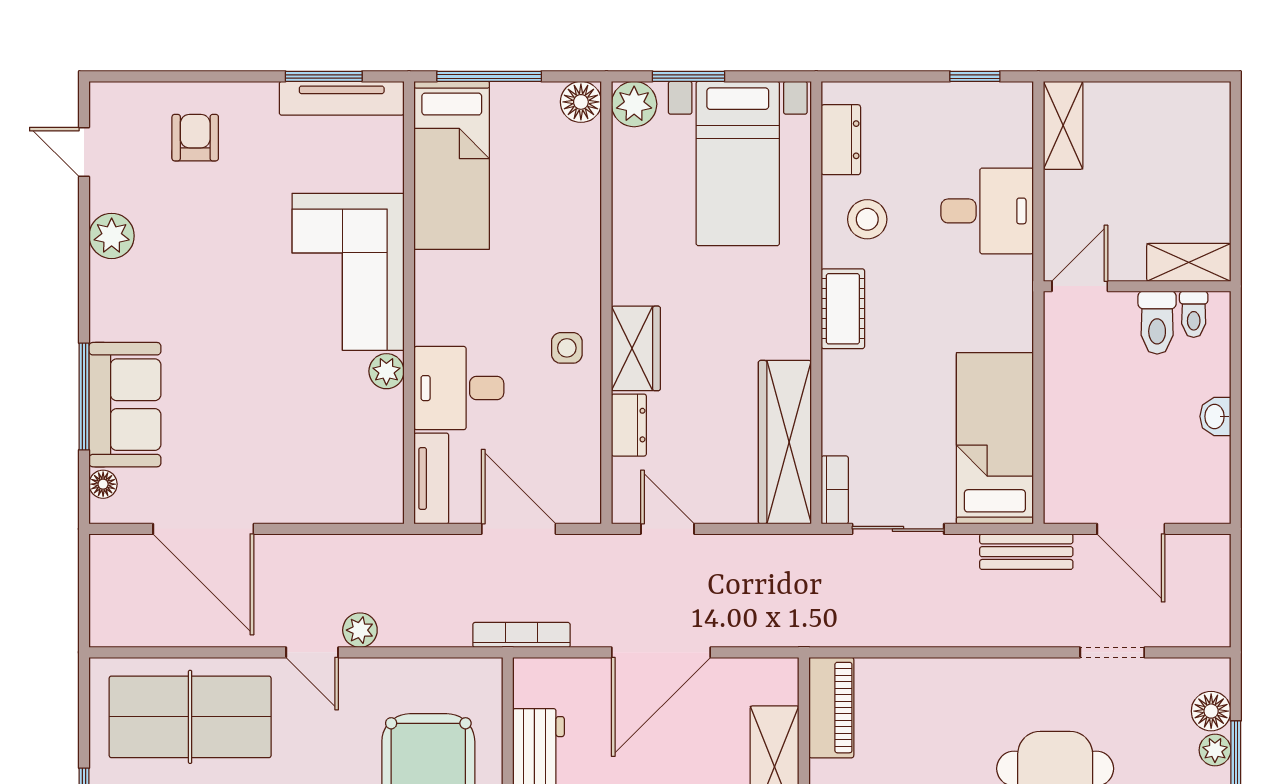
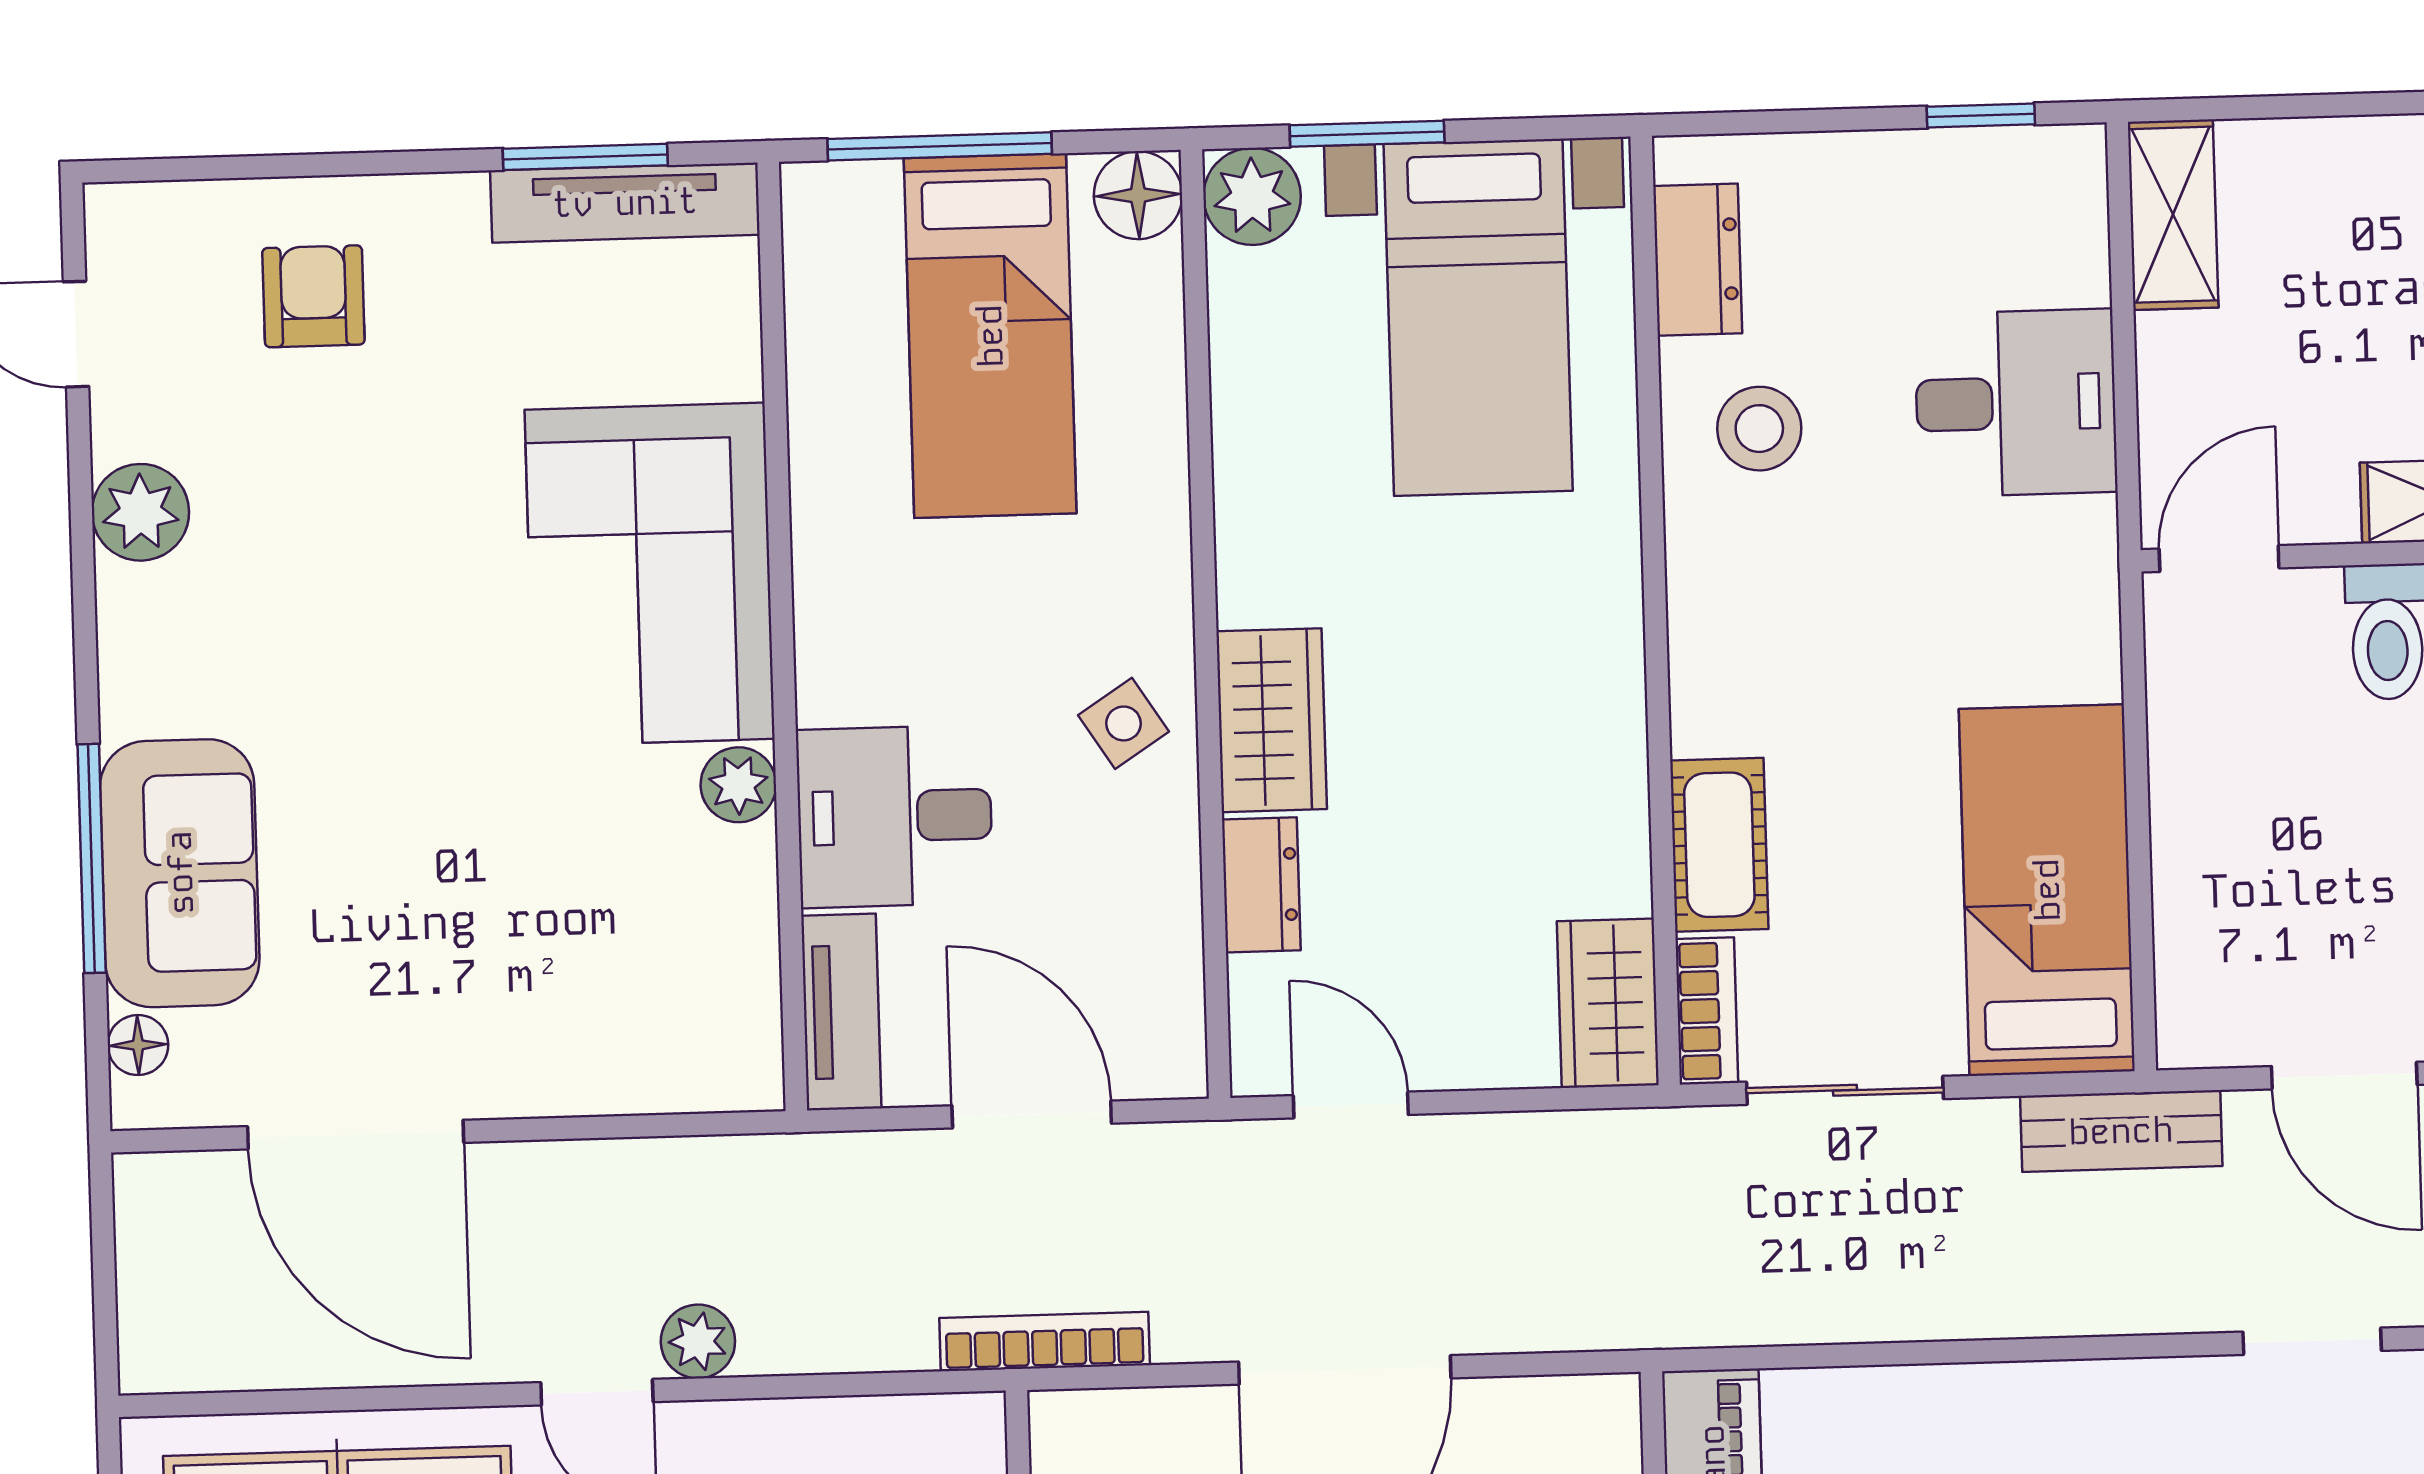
bed: (452, 165) -> (990, 336), moved
cot: (843, 309) -> (1719, 845), moved
side table: (567, 348) -> (1123, 723), turned -33
wardrobe: (785, 442) -> (1608, 1003), width x0.48, depth x0.85

